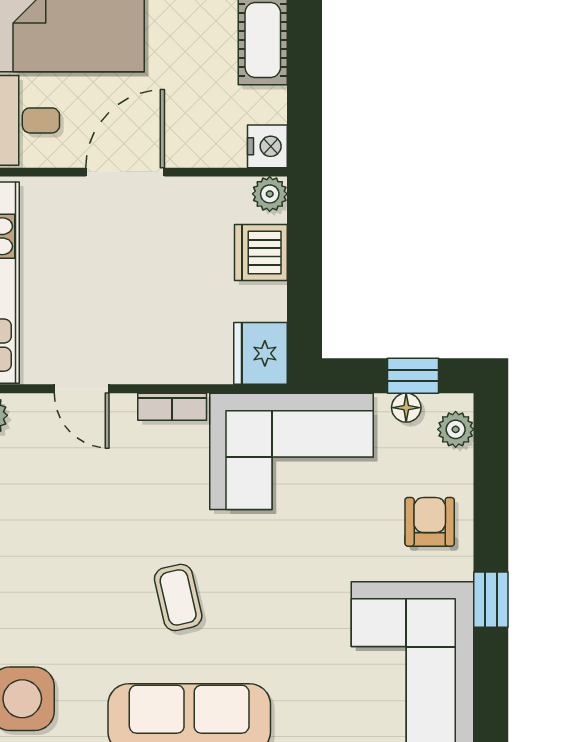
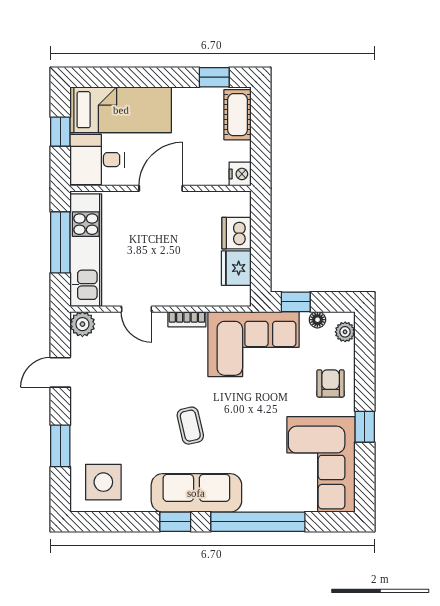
plant: (270, 194) -> (241, 201), removed
fridge: (261, 353) -> (236, 268), moved
window: (413, 376) -> (296, 302), moved

